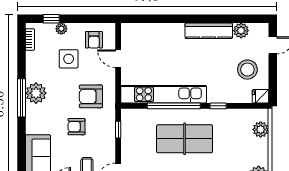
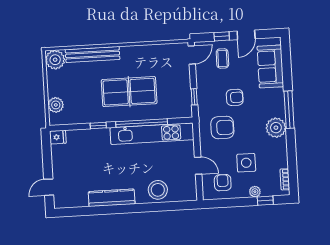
plant: (241, 31) -> (80, 200), removed
stool: (247, 70) -> (158, 190), moved
window: (21, 98) -> (289, 110), moved

